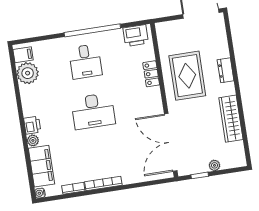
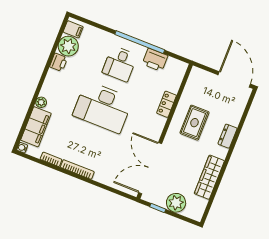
printer: (136, 36) -> (155, 60), moved
rug: (187, 76) -> (194, 123), width x0.73, depth x0.70
desk: (93, 111) -> (103, 107), width x1.36, depth x1.30
printer: (32, 125) -> (59, 62), moved
plant: (215, 165) -> (176, 203), width x1.88, depth x1.88

